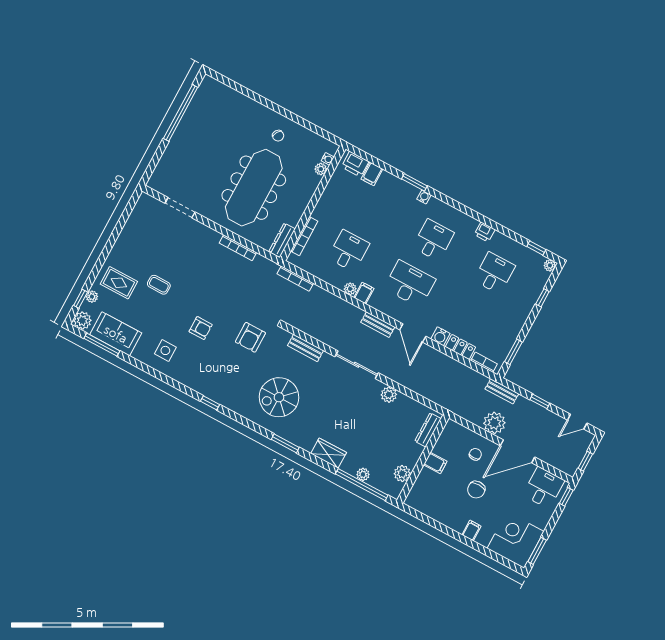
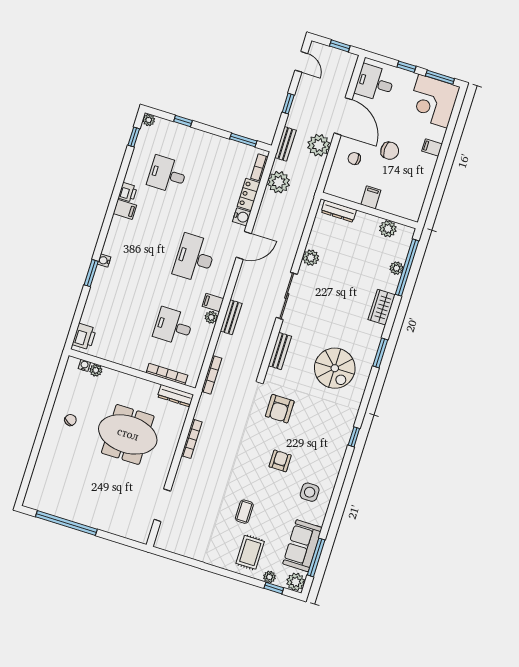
filing cabinet: (372, 174) -> (125, 209), moved
meeting table: (254, 188) -> (128, 434), width x0.73
desk: (433, 240) -> (146, 243), removed
bench: (378, 325) -> (231, 317), moved
armchair: (250, 337) -> (280, 409), turned 90
plant: (467, 378) -> (279, 182), added
window: (566, 497) -> (406, 67), moved

